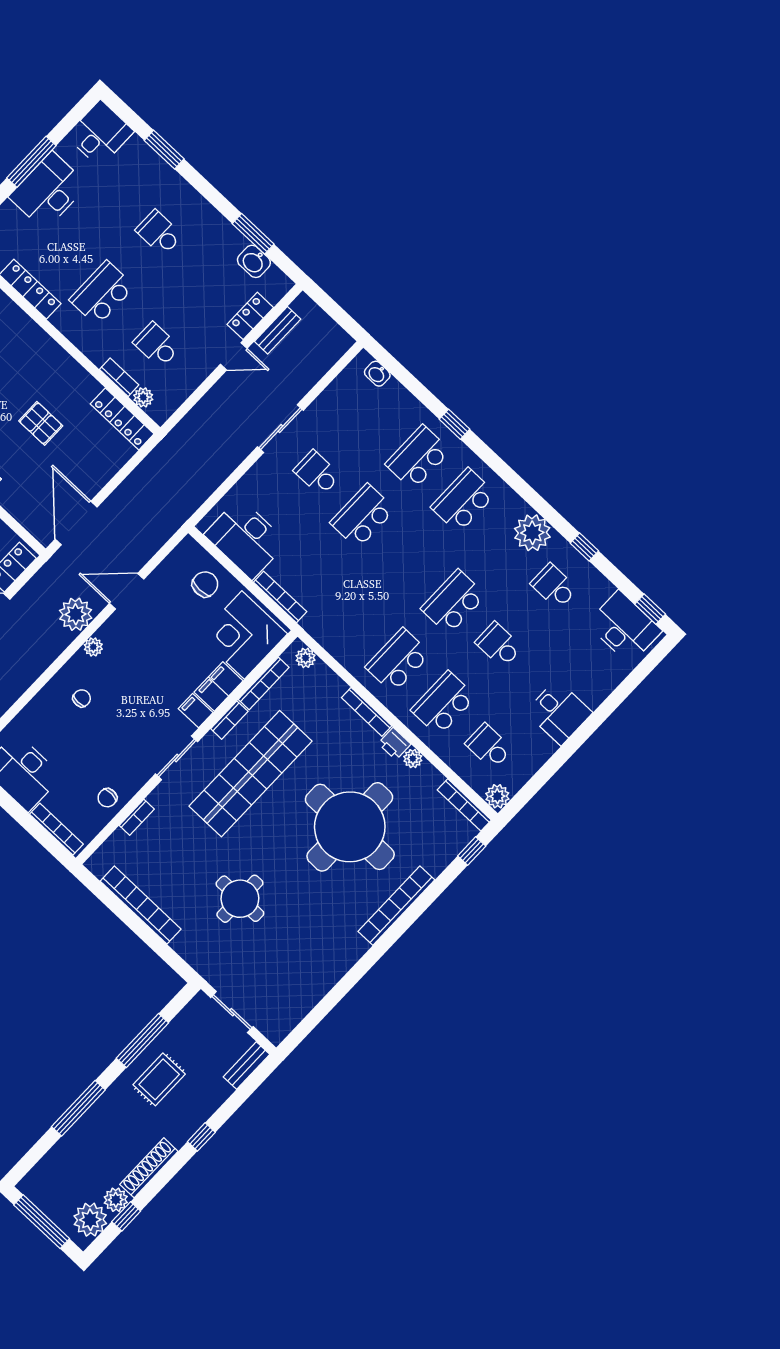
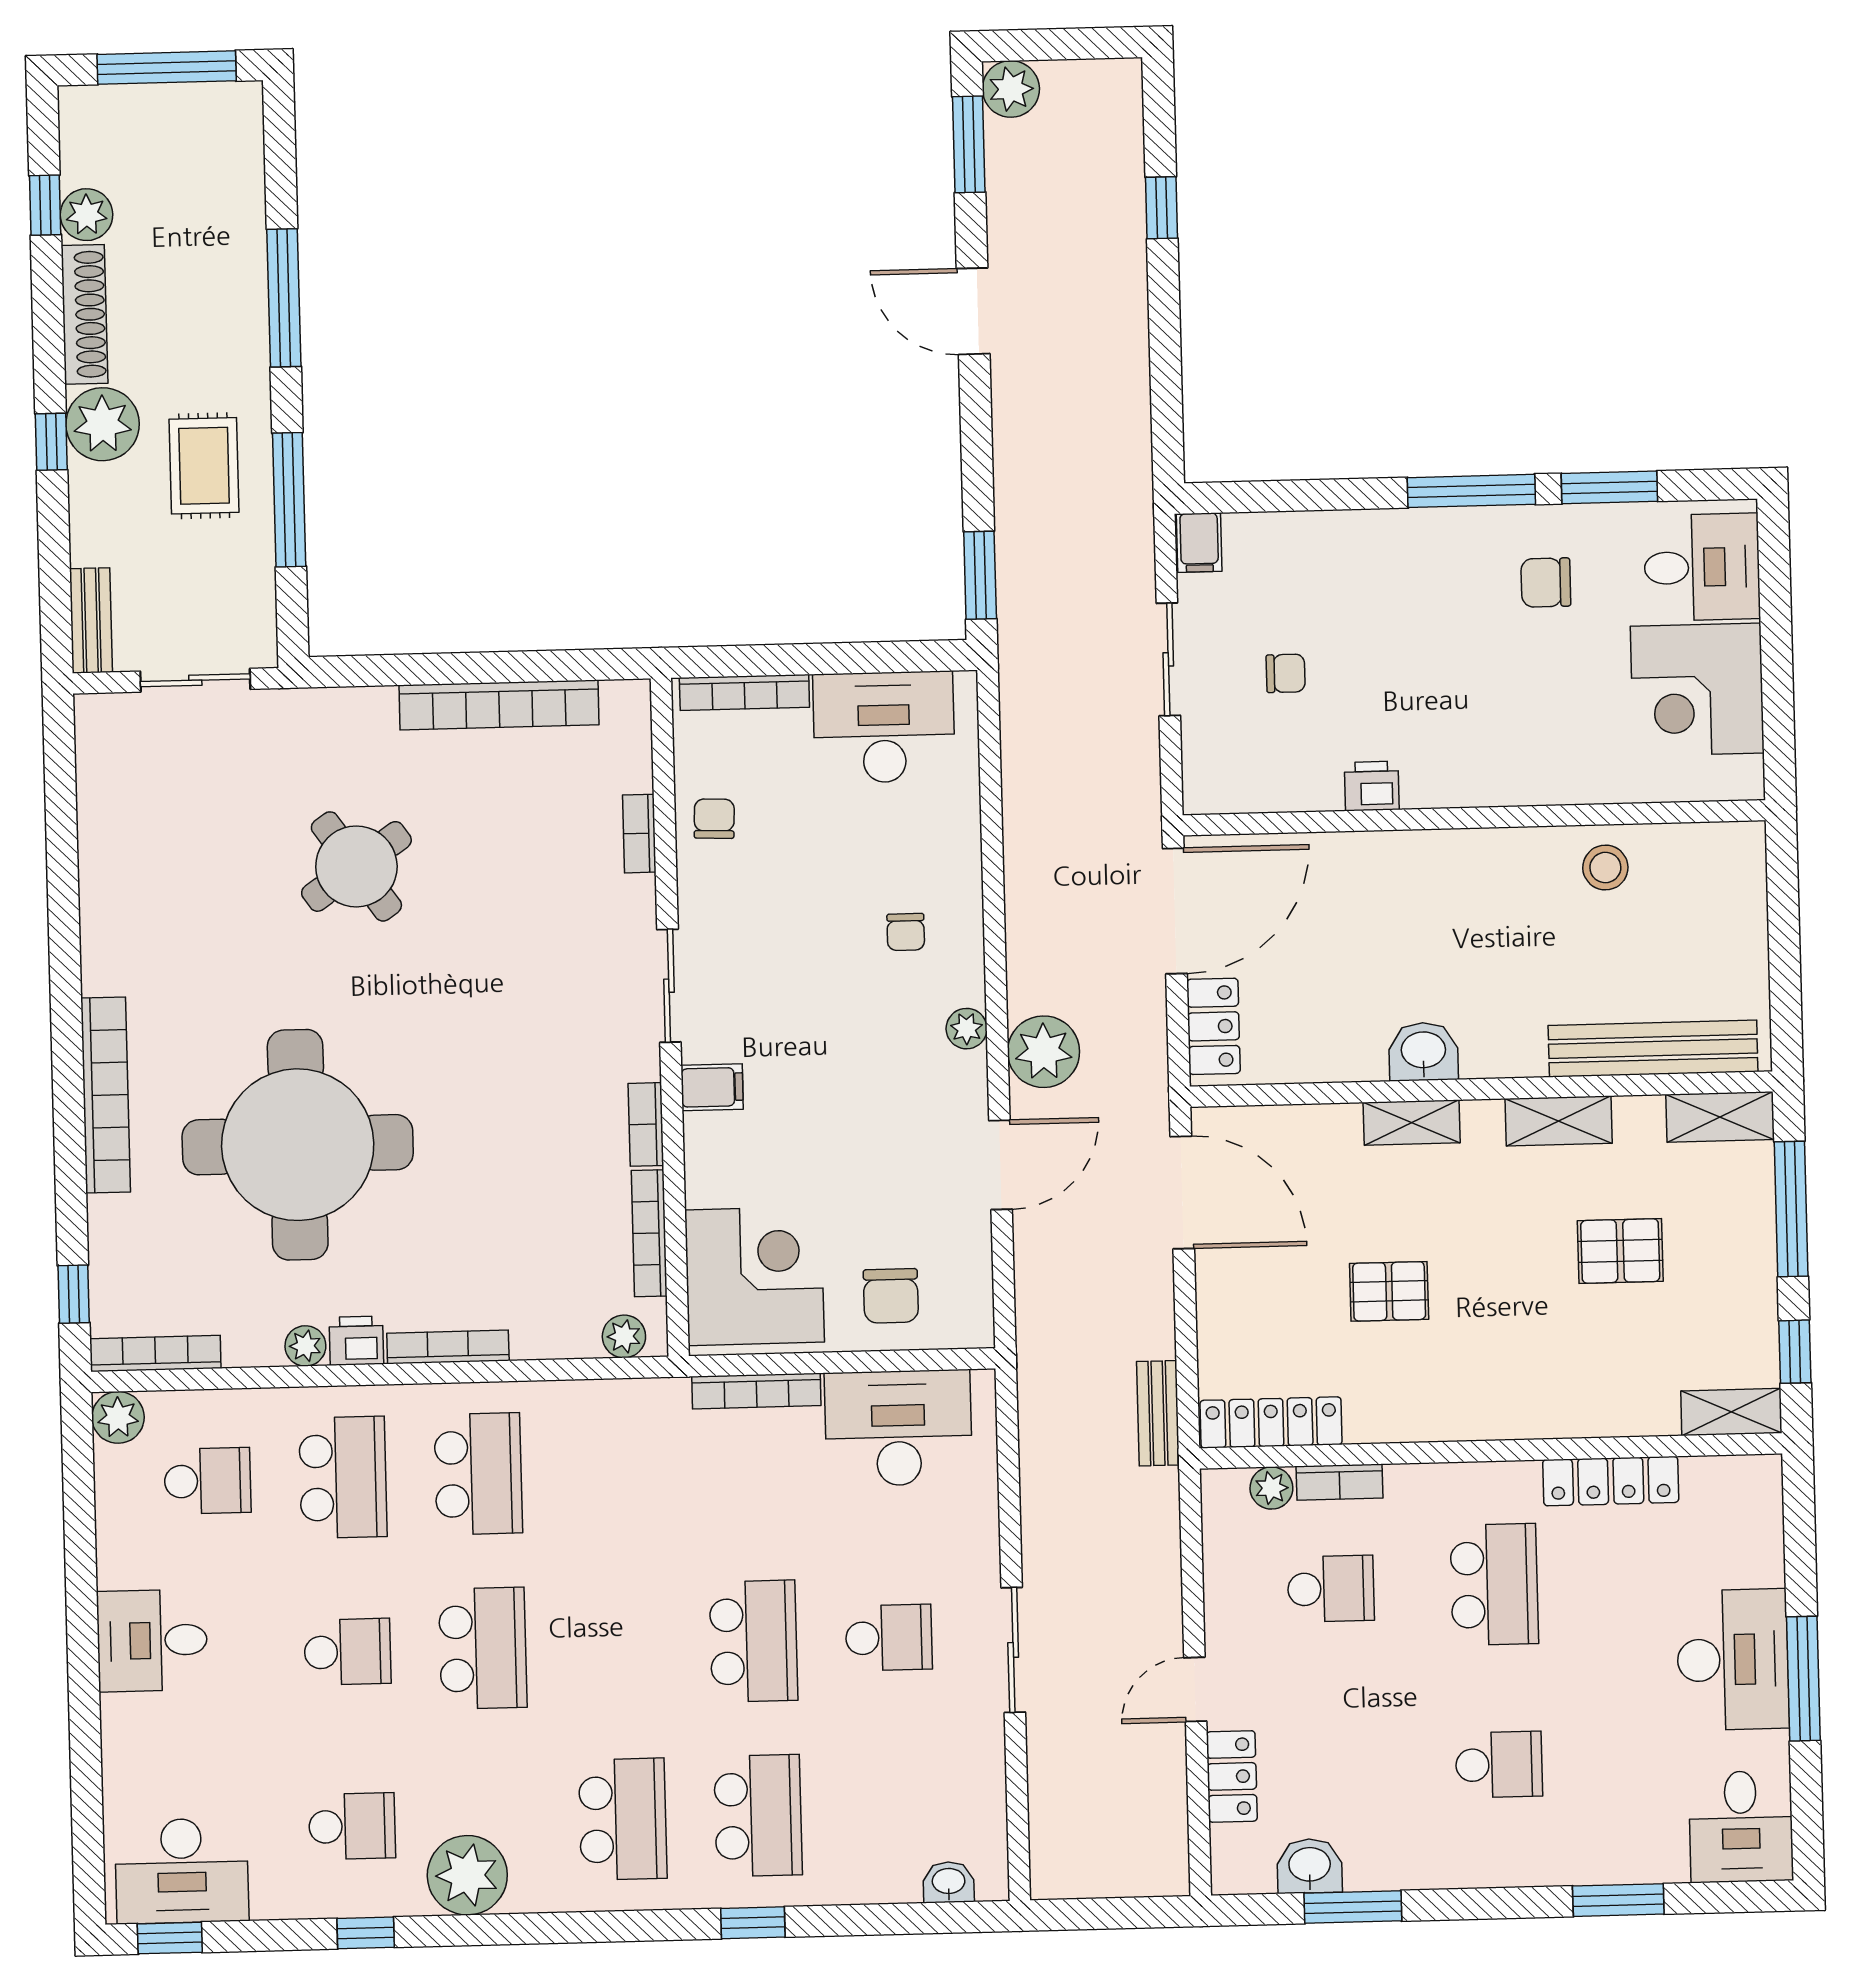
bench: (278, 330) -> (1158, 1413), moved
filing cabinet: (219, 686) -> (714, 1160), removed
shop shelf: (251, 774) -> (531, 1075), removed
round table: (240, 899) -> (356, 866), turned -35
plant: (90, 1220) -> (103, 424), moved

